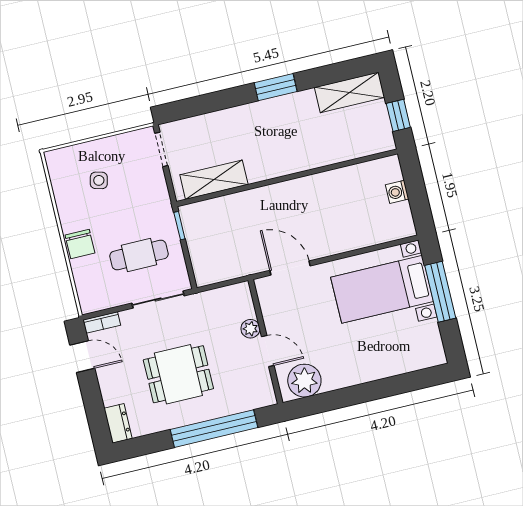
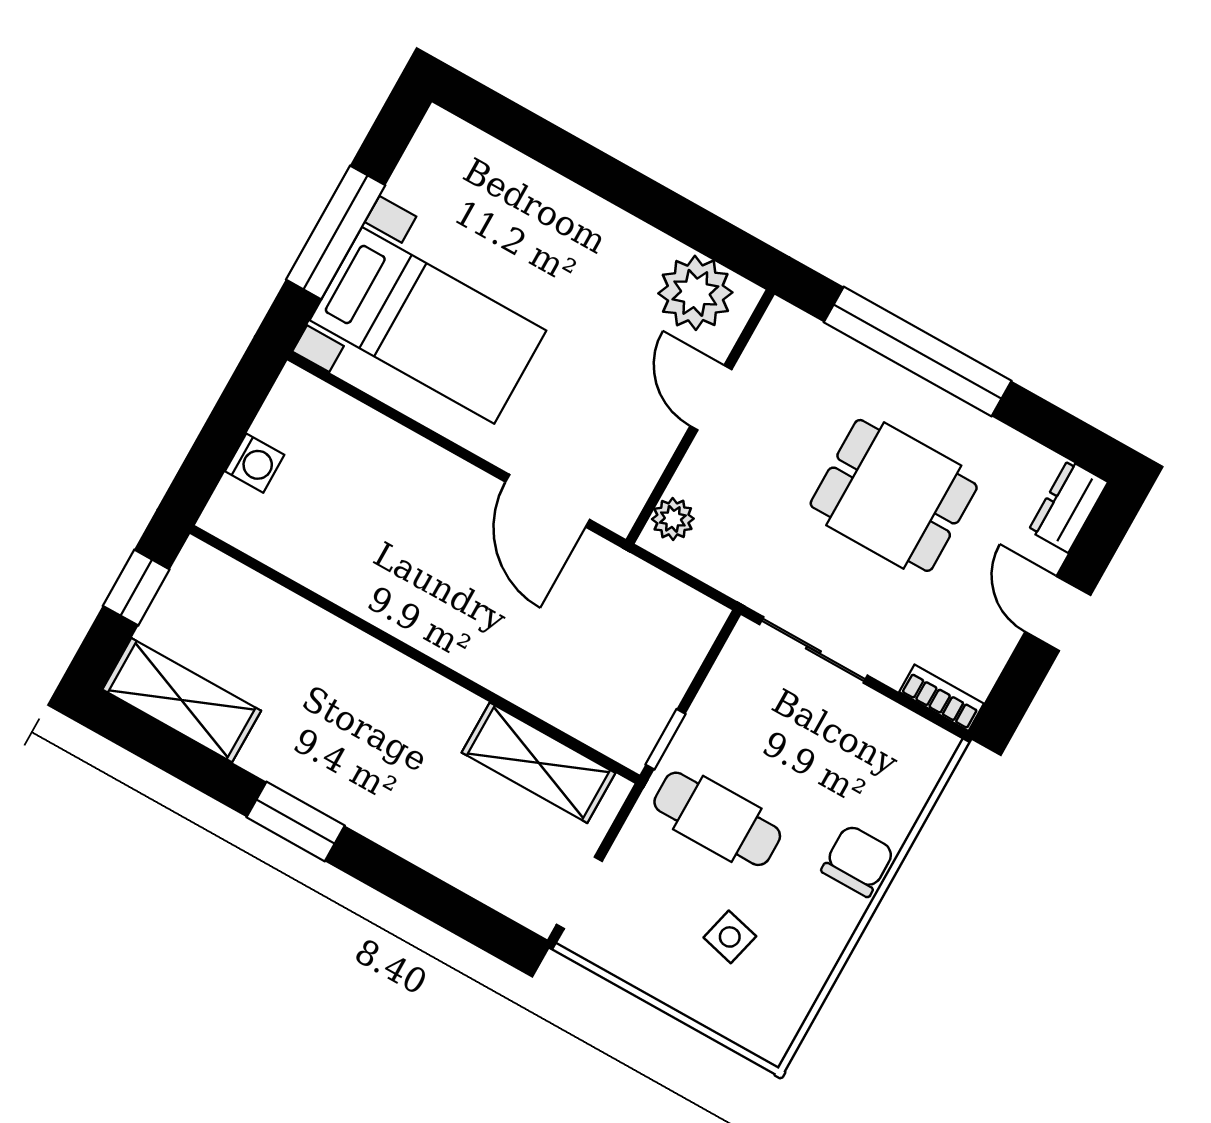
cafe table: (139, 255) -> (717, 819), moved
plant: (250, 329) -> (673, 519), moved
door: (82, 357) -> (1058, 613), moved

